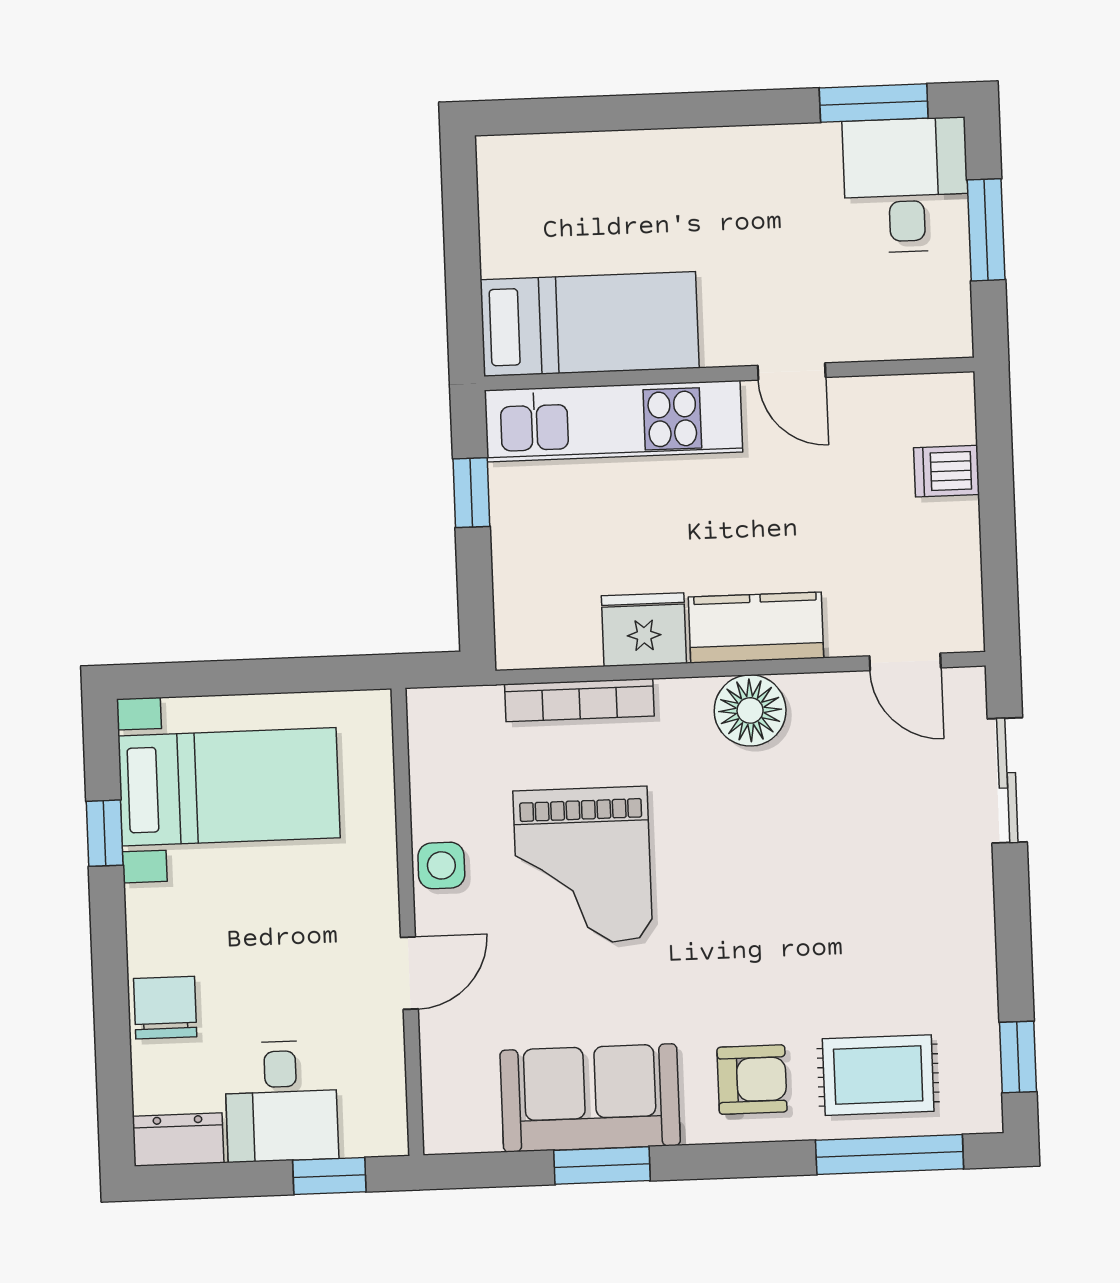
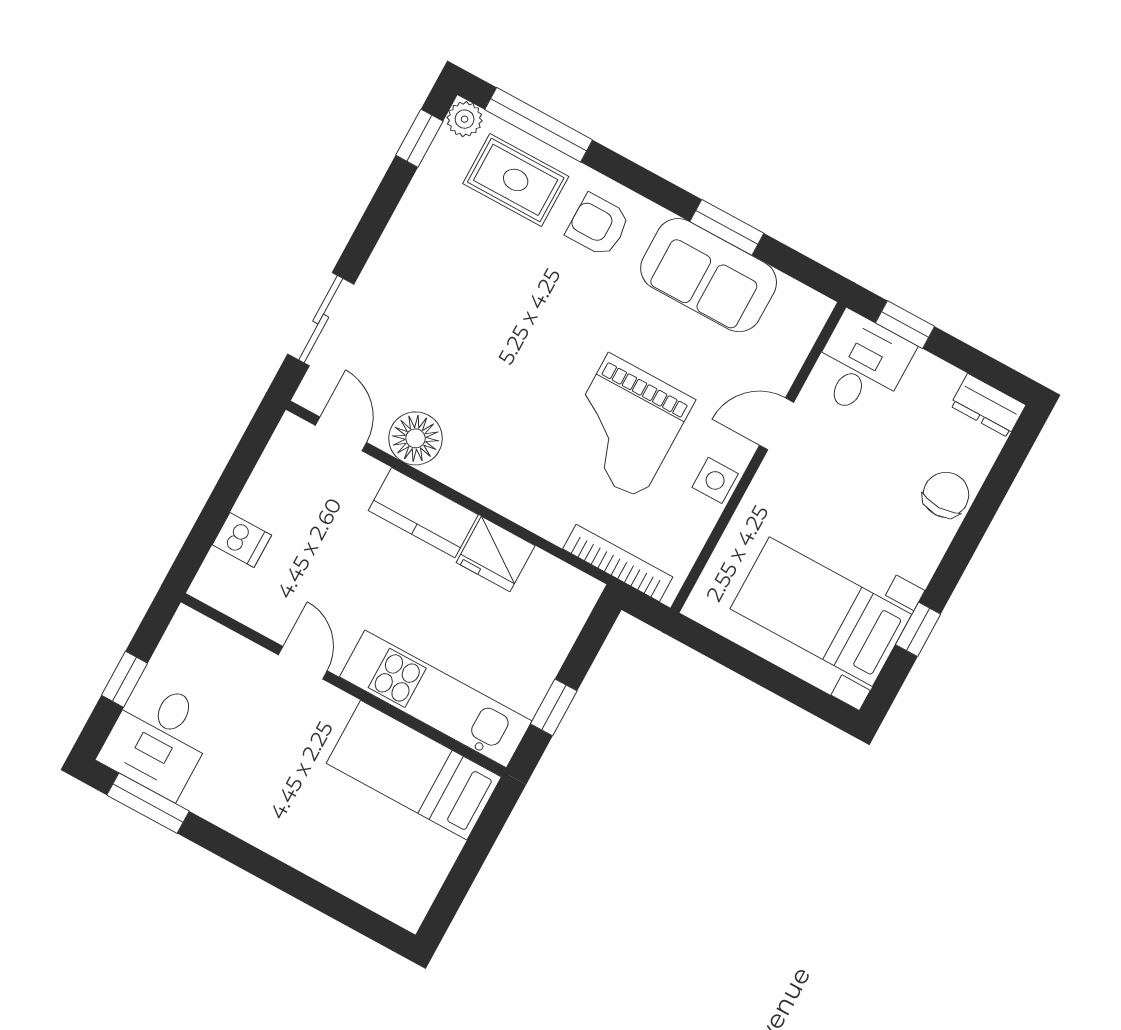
window: (986, 230) -> (124, 679), width x0.67
bookcase: (579, 700) -> (618, 563), moved
floor lamp: (750, 710) -> (416, 438), moved
grand piano: (583, 866) -> (625, 426), turned 180
chair: (165, 1008) -> (946, 495), turned 180
desk: (281, 1101) -> (861, 365), moved
plant: (979, 1110) -> (465, 119), added

